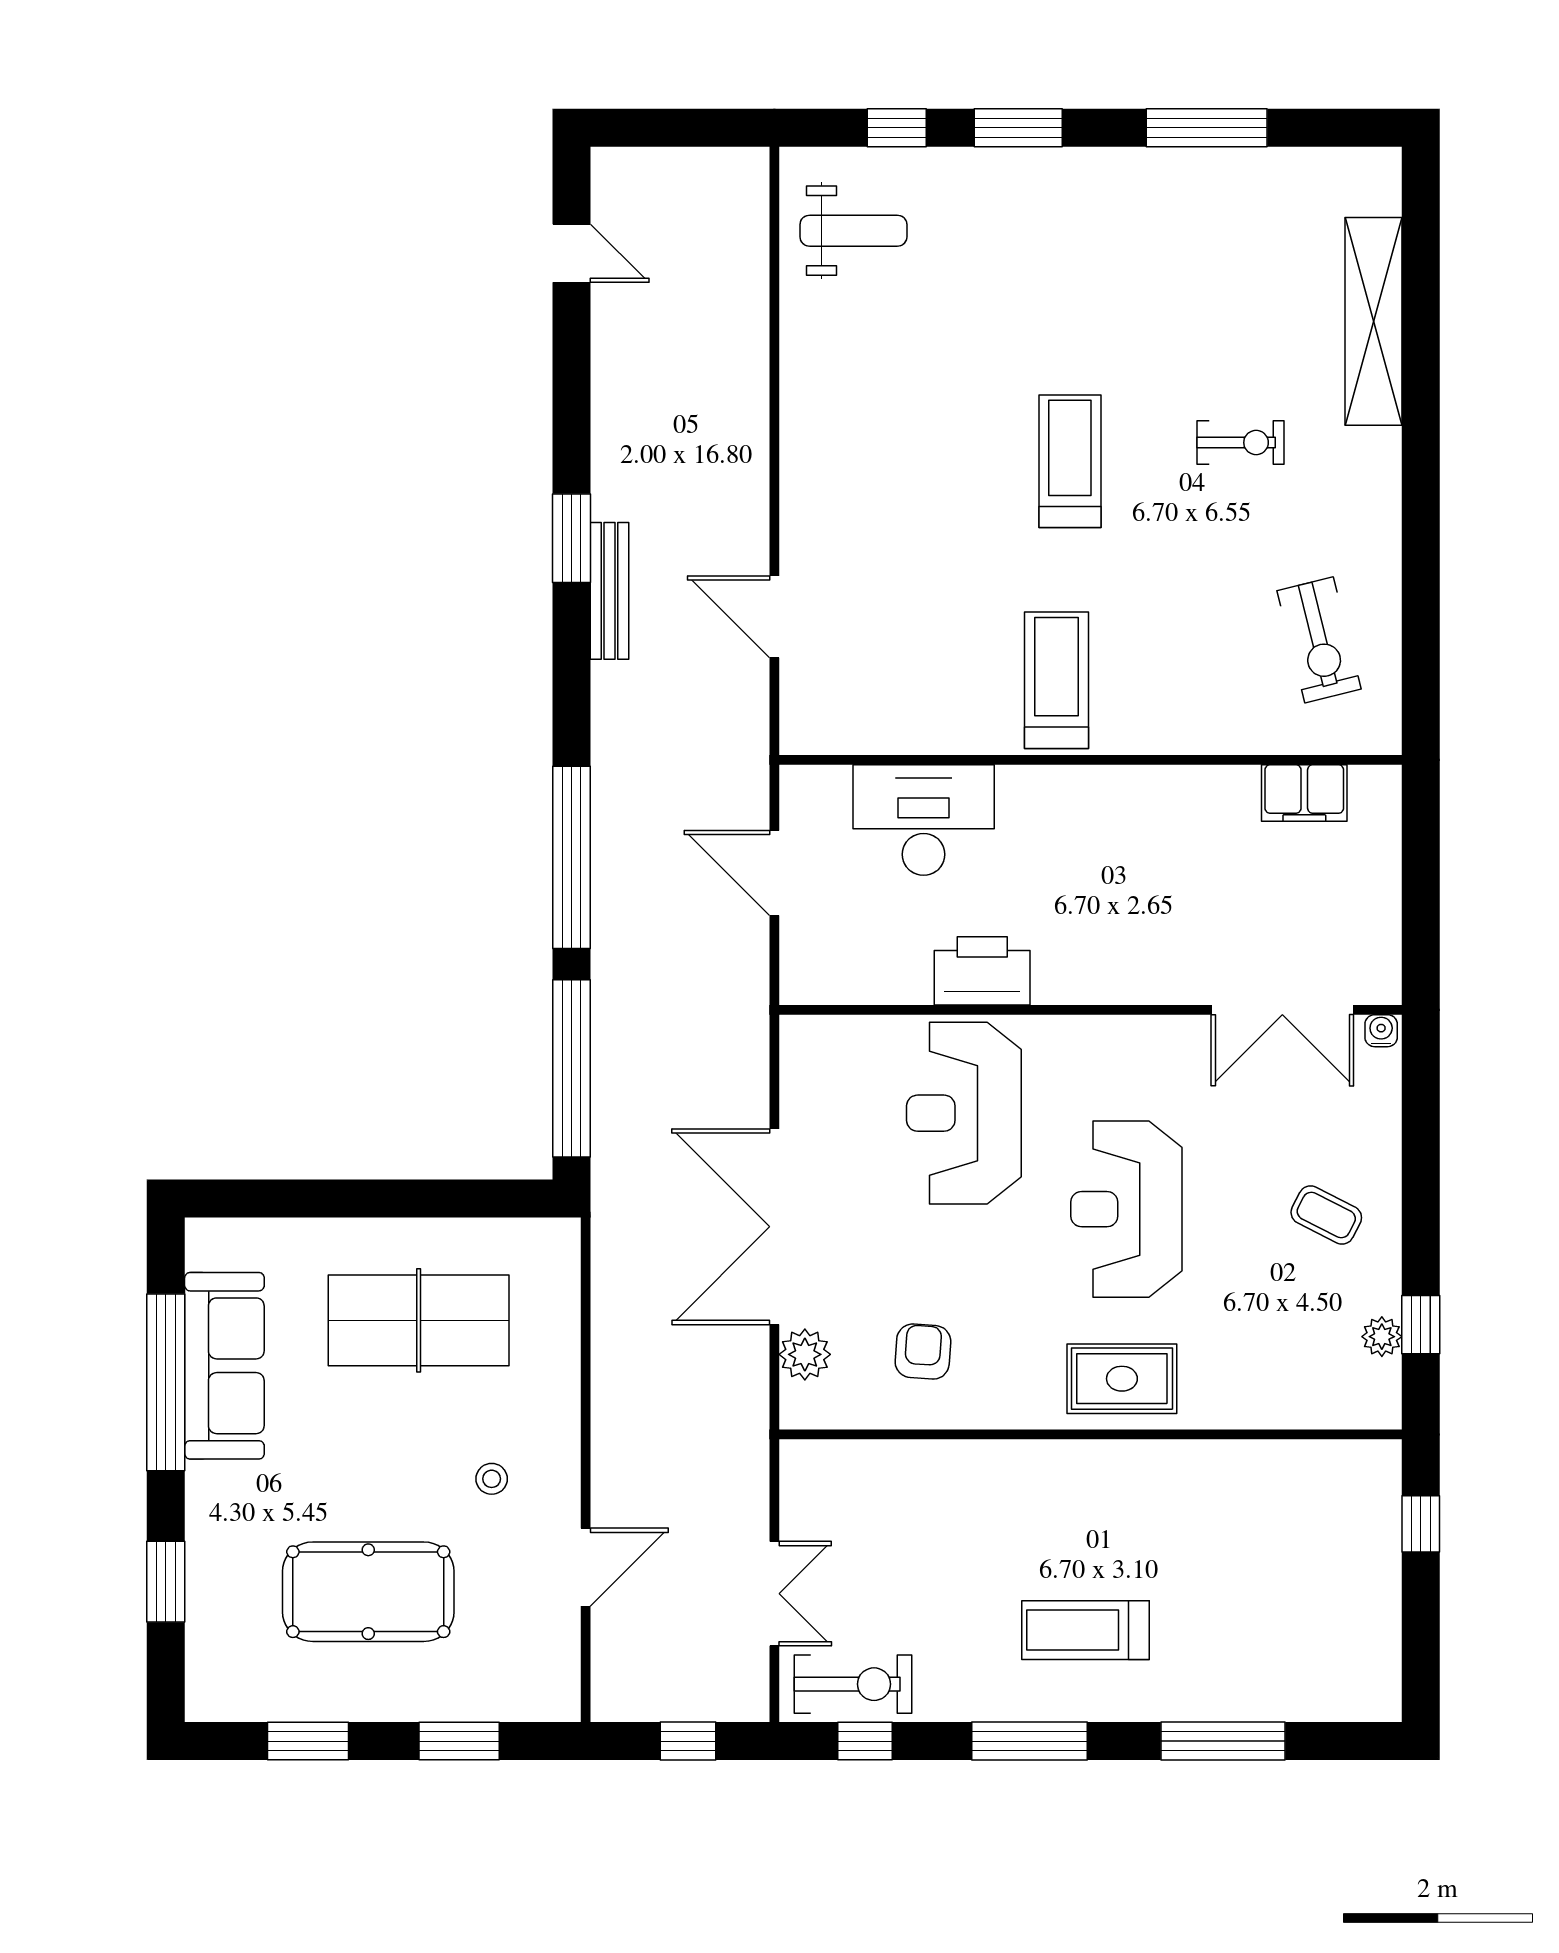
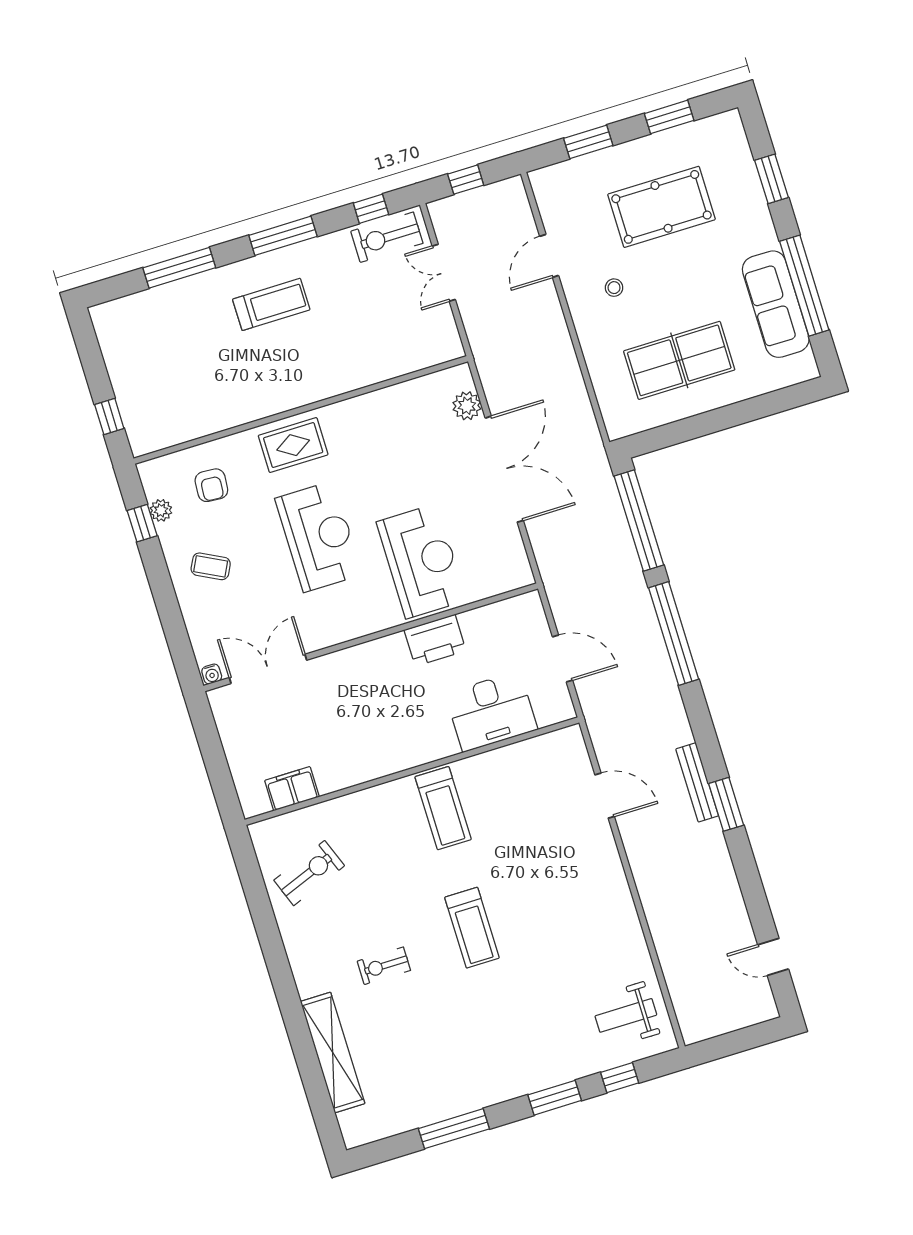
exercise bike: (1319, 640) -> (309, 873), turned 83
armchair: (923, 1352) -> (211, 485), moved

